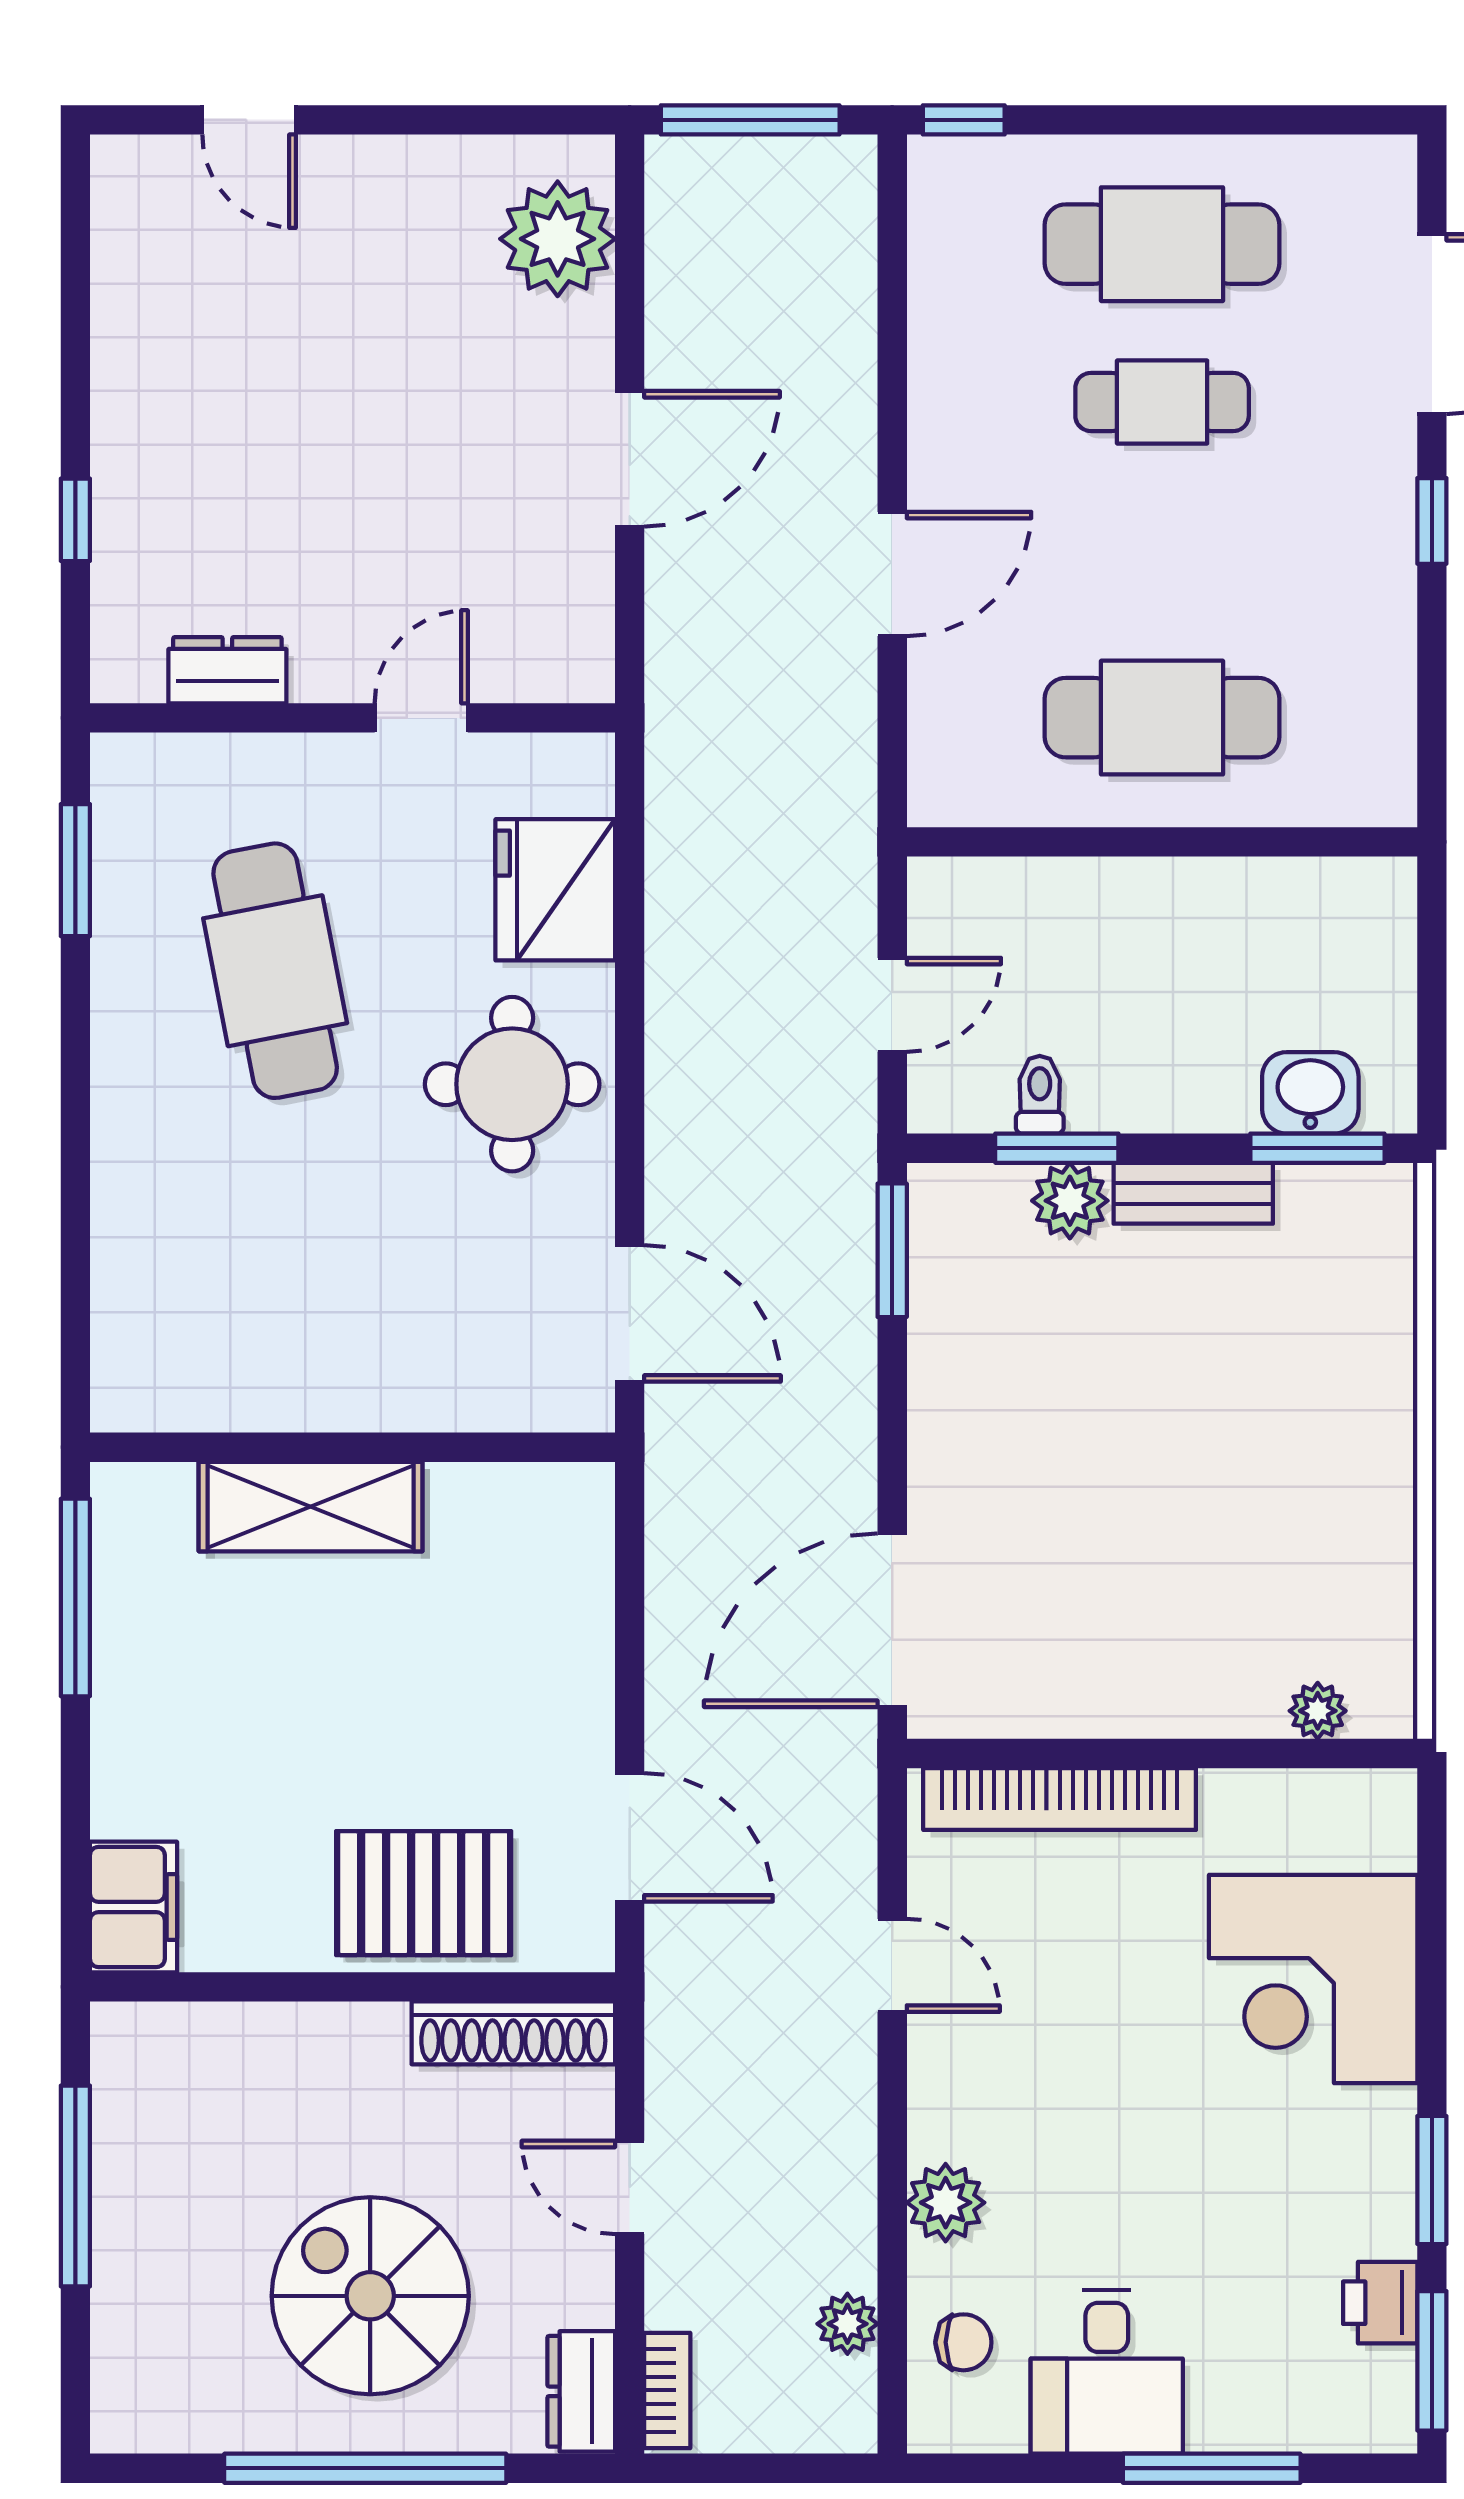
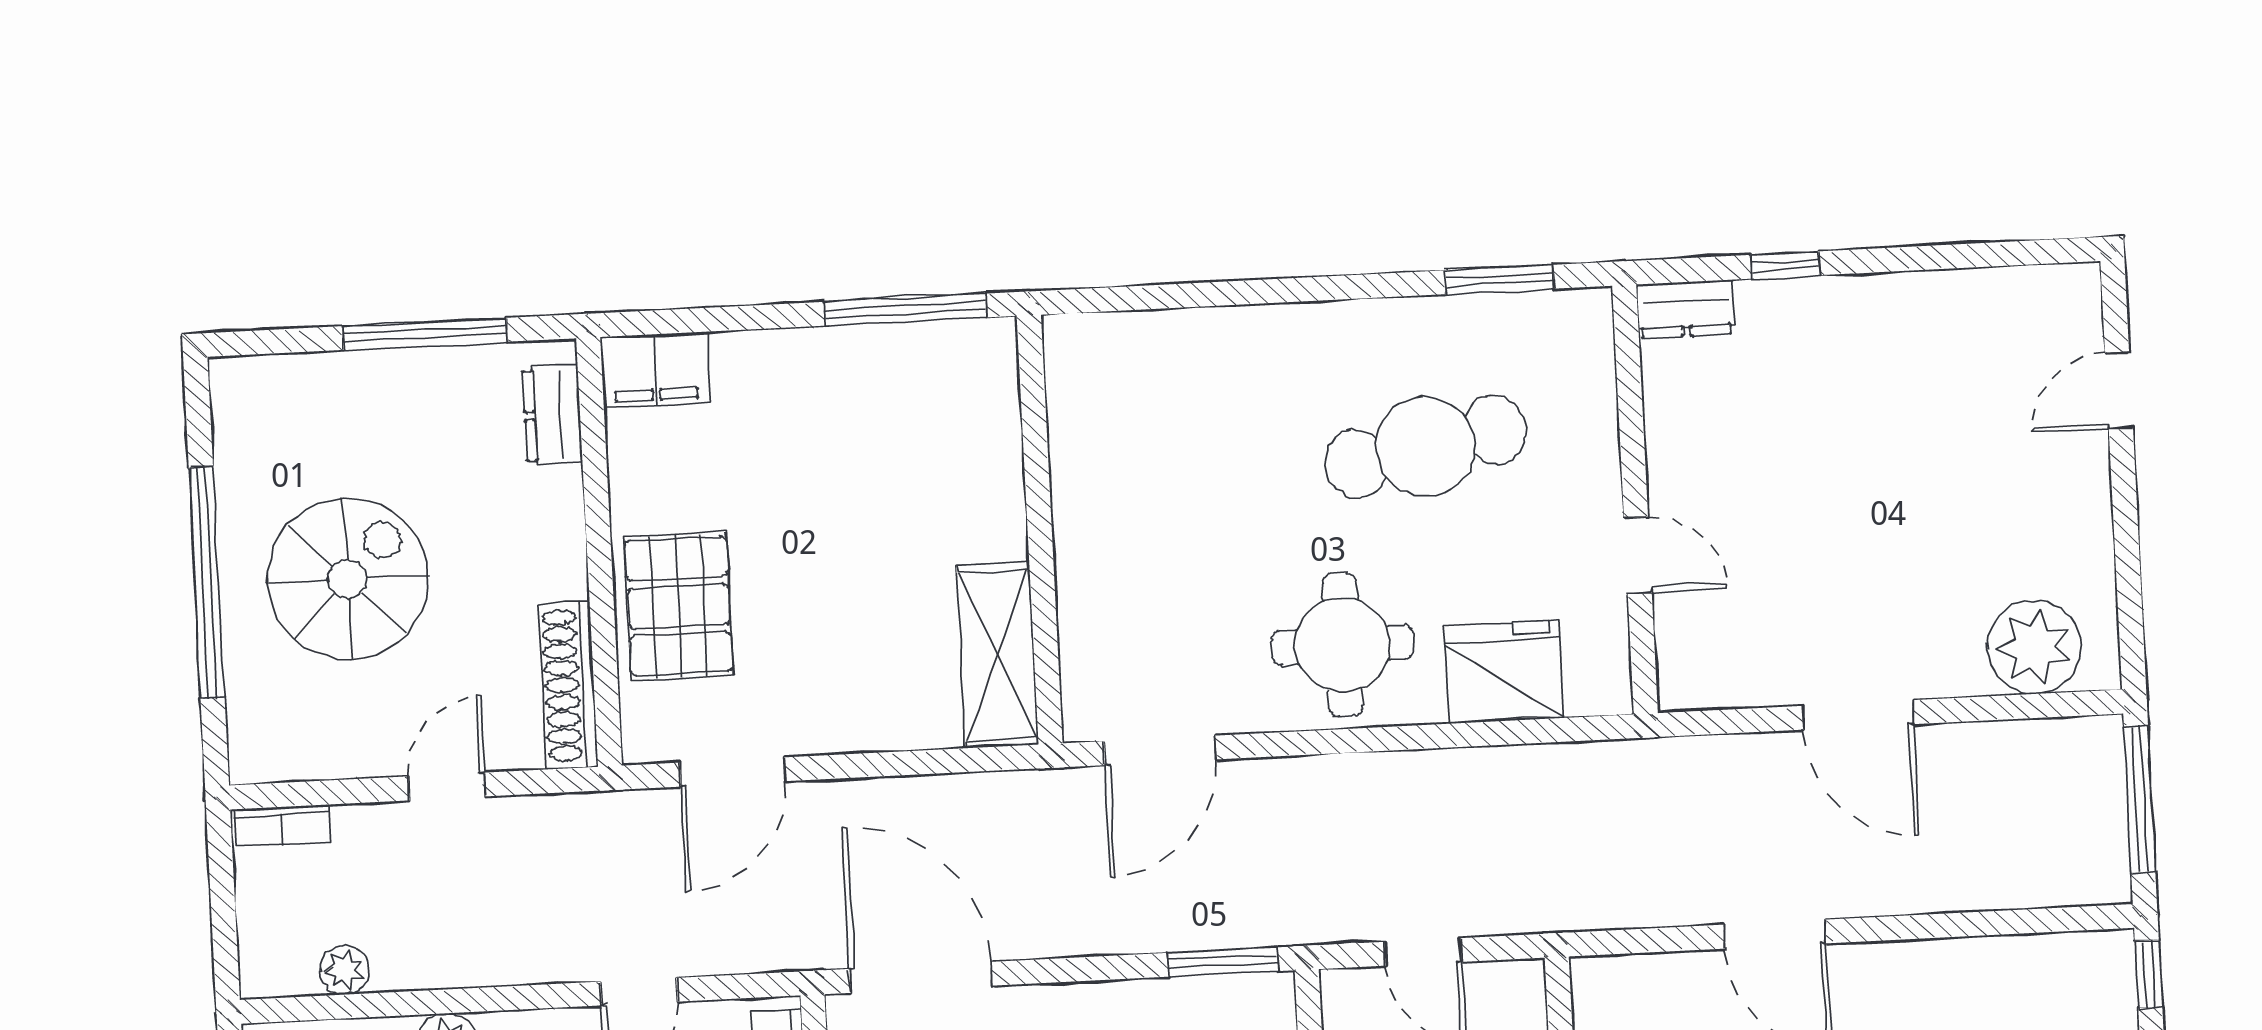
dresser: (227, 670) -> (1686, 309), moved, turned 90
shelving: (311, 1507) -> (997, 655), moved
dresser: (581, 2391) -> (553, 415), moved, turned -90

